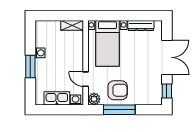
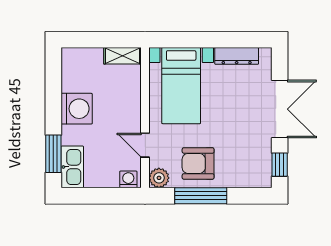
washing machine: (40, 53) -> (77, 109), width x1.89, depth x1.89
window: (30, 66) -> (53, 154), moved
armchair: (118, 90) -> (198, 163), turned 180
kitchen sink: (57, 98) -> (72, 167), moved, turned 90

